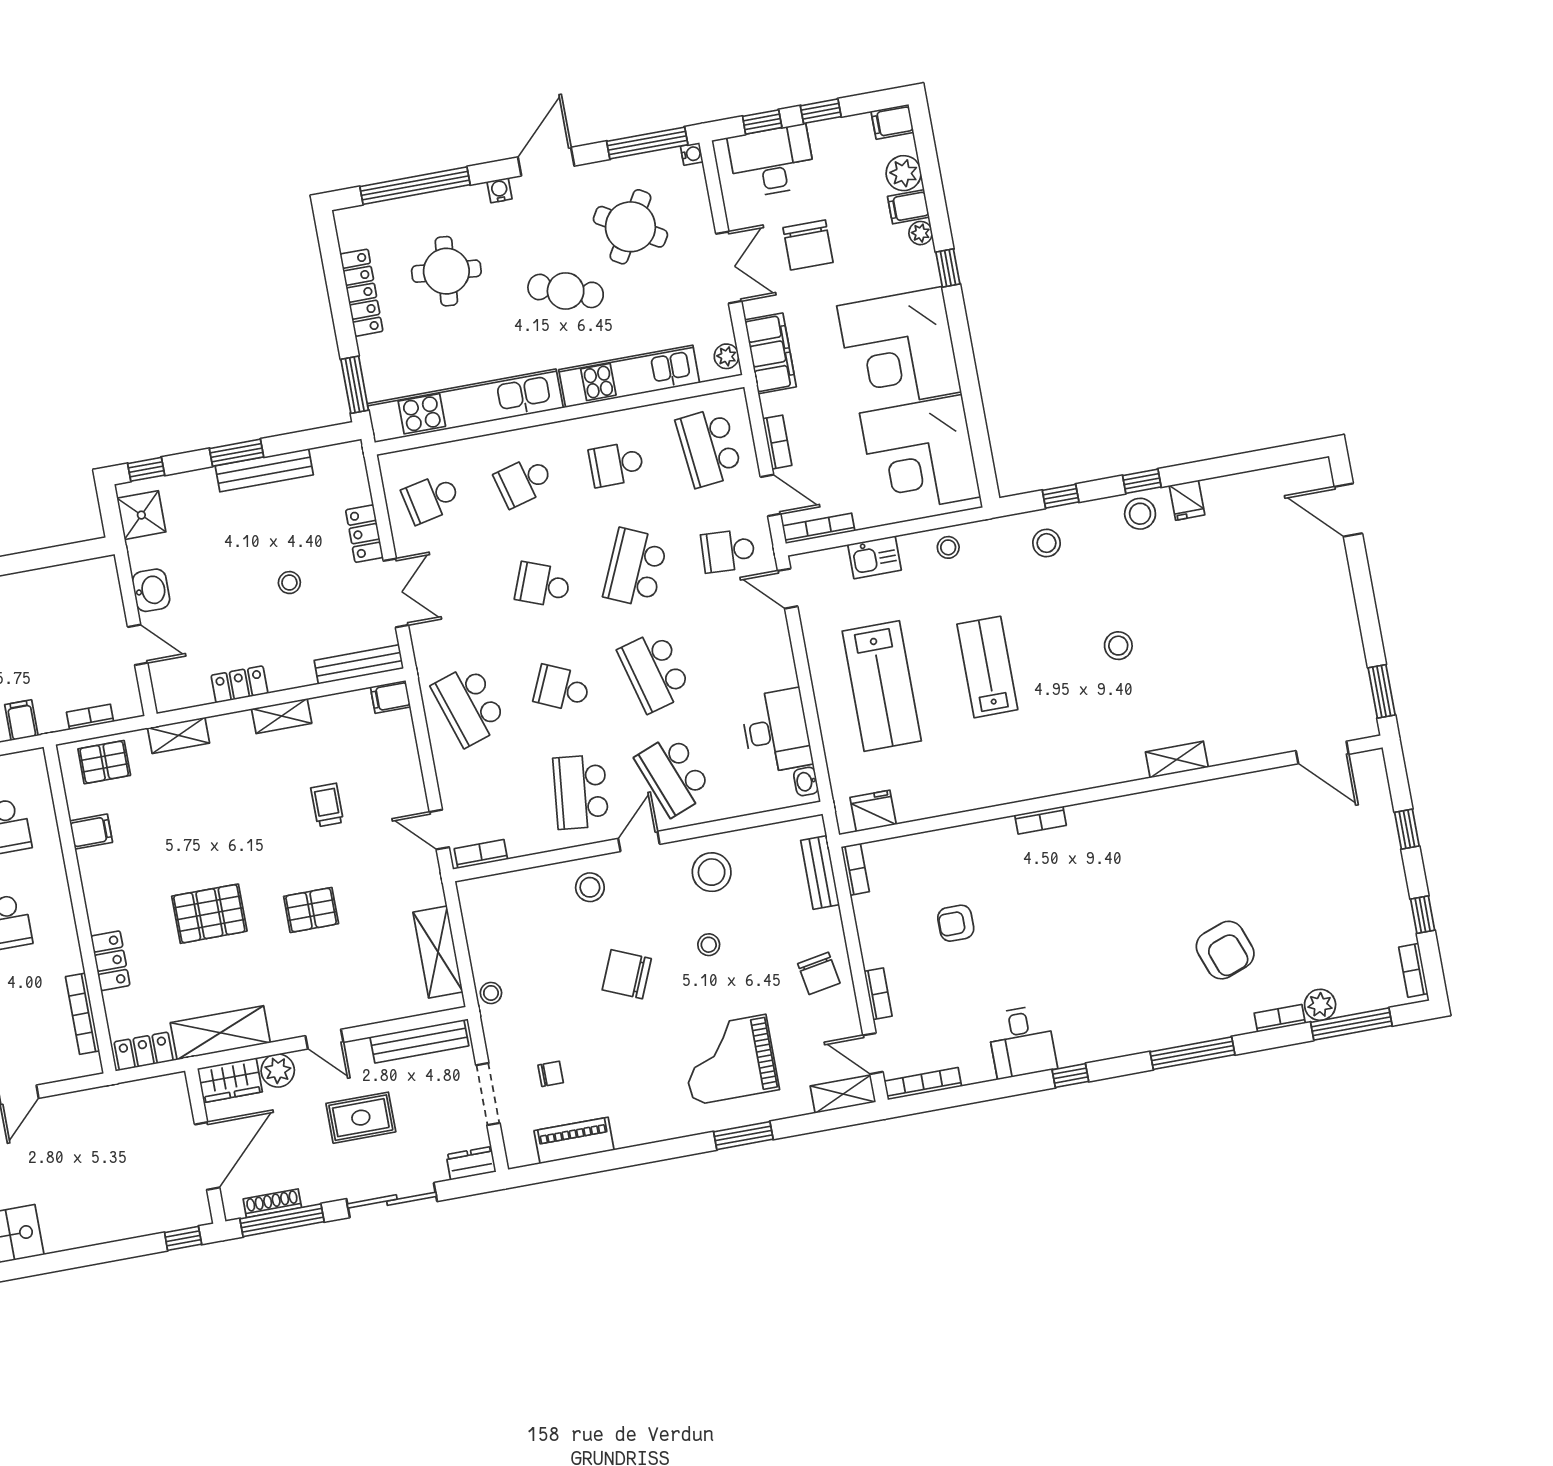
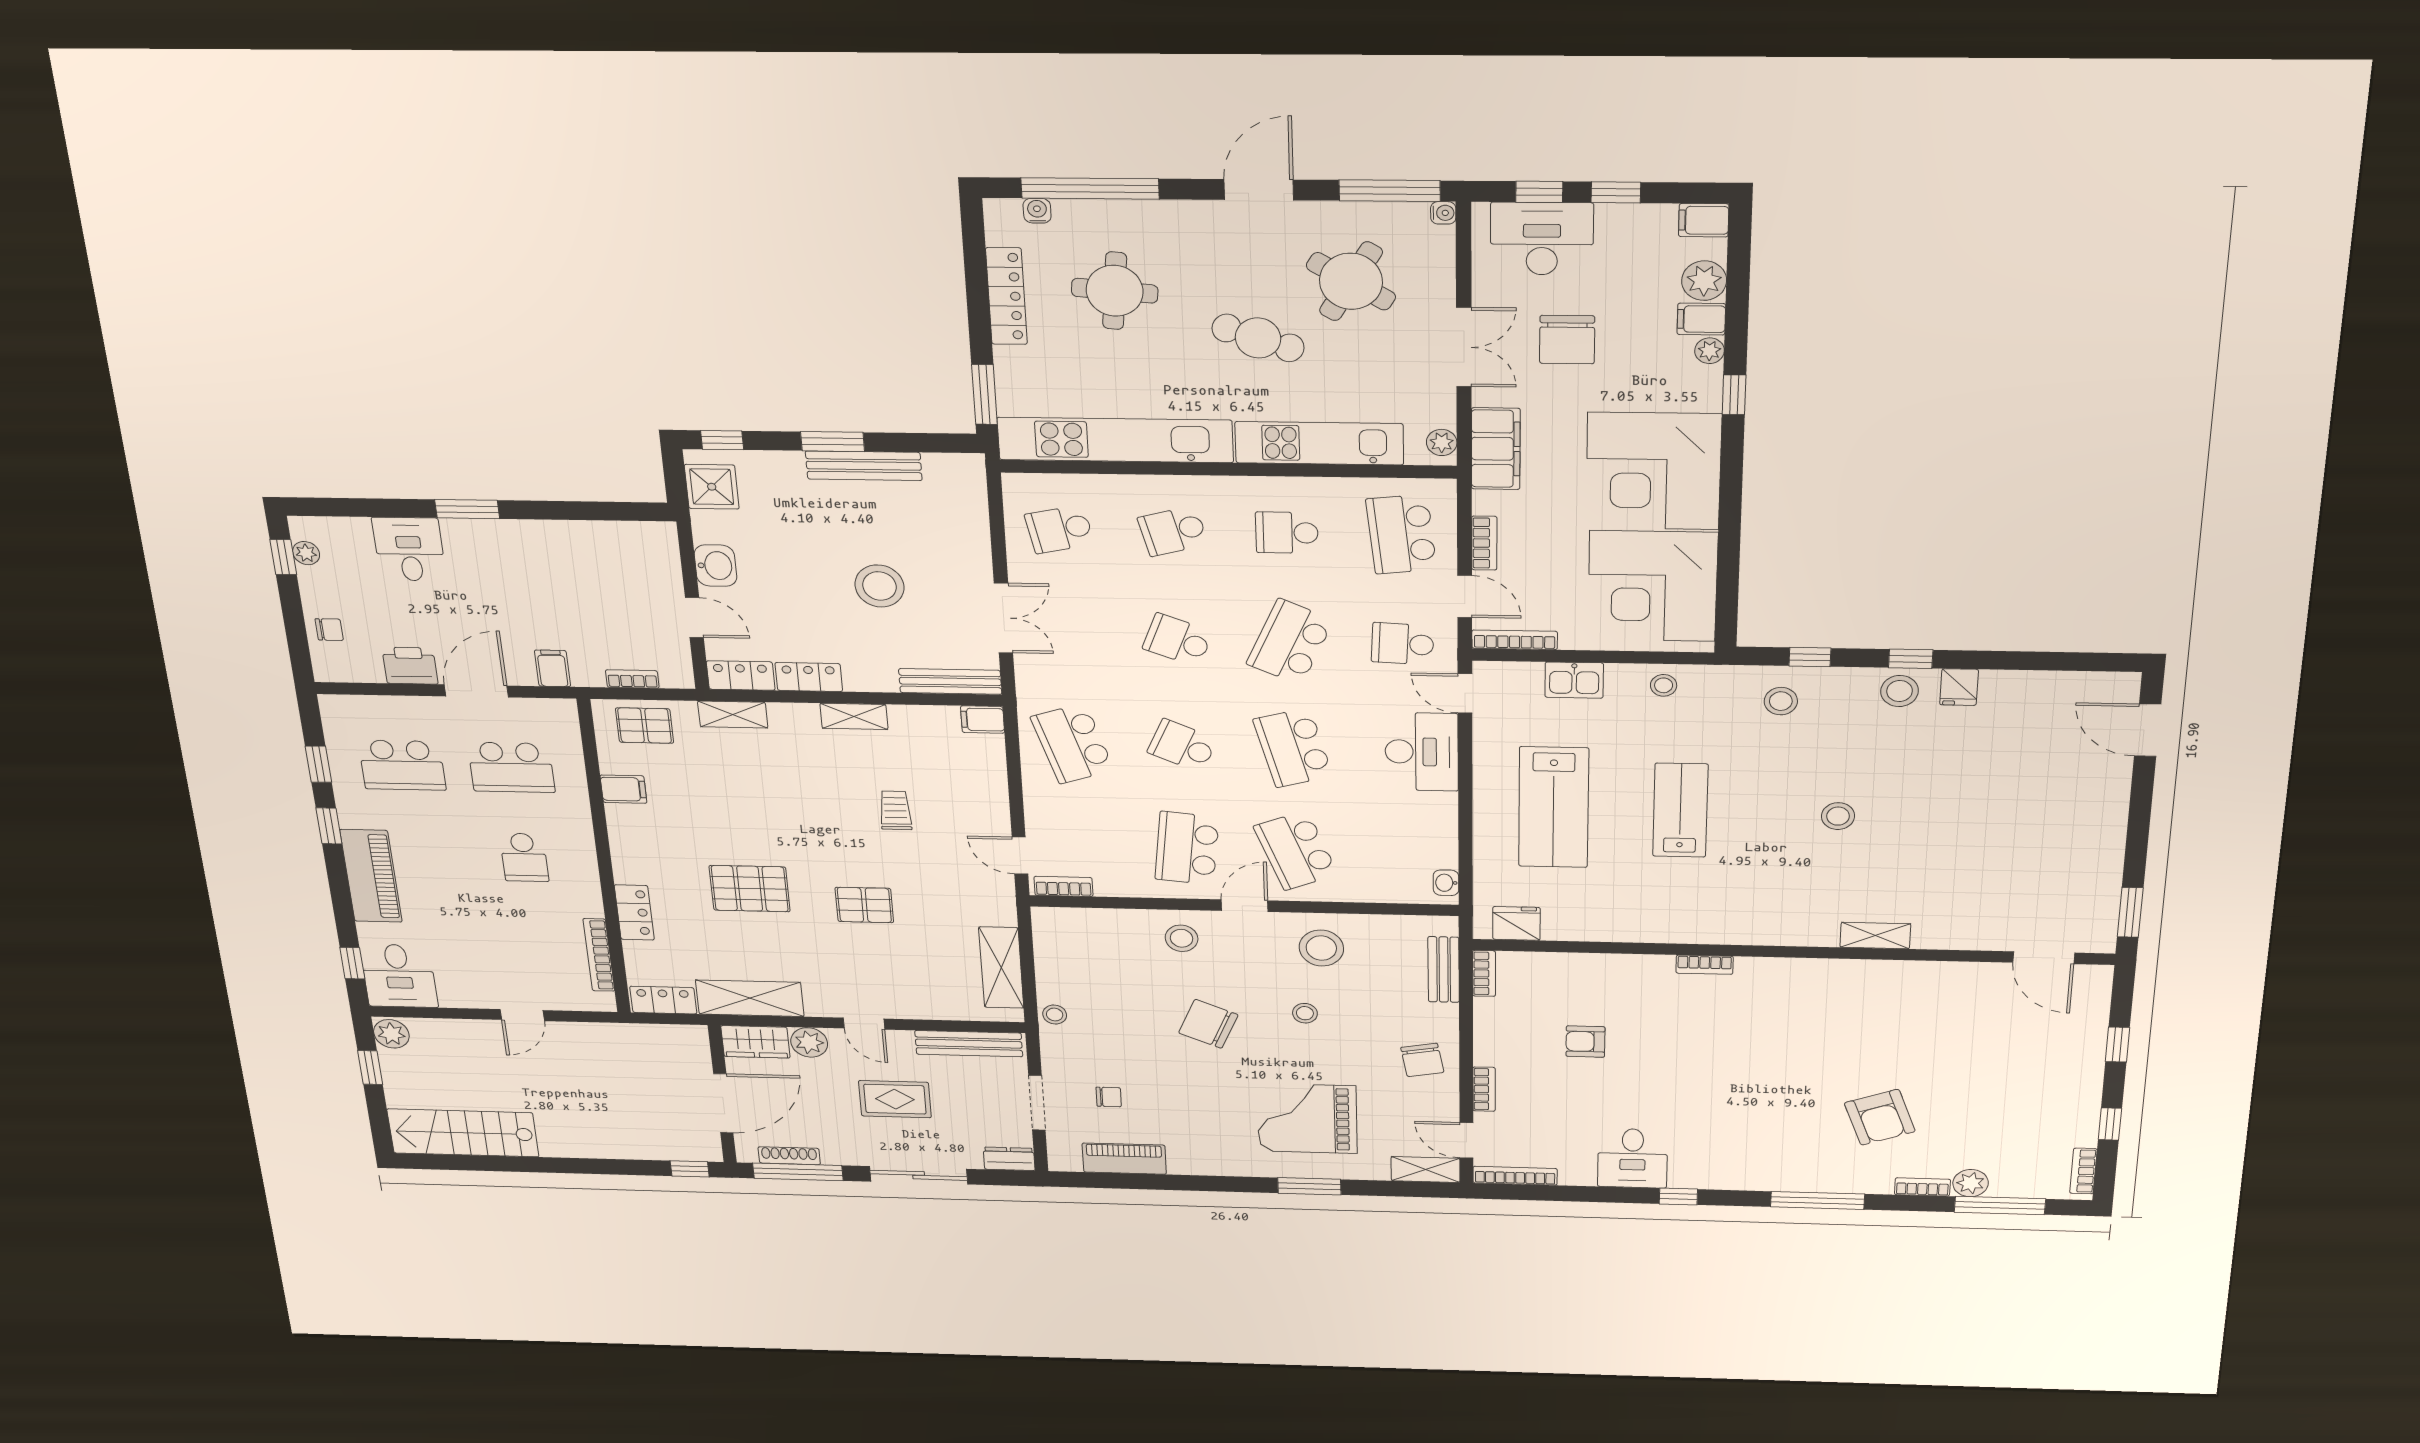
water cooler: (500, 190) -> (1037, 211), moved
locker: (364, 534) -> (741, 676), moved, turned 90
stool: (289, 583) -> (879, 586), width x1.89, depth x1.89
desk: (776, 731) -> (1422, 752), moved

